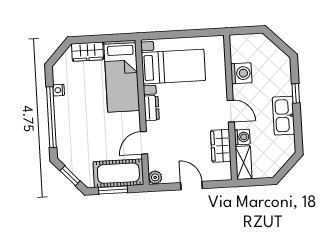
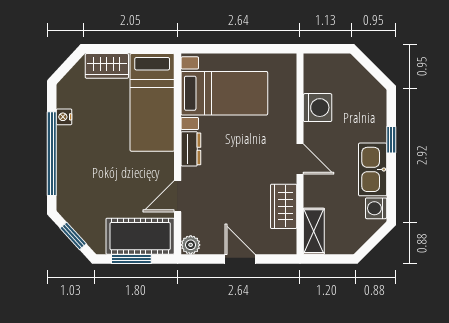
washing machine: (242, 137) -> (376, 208), moved, turned 180

